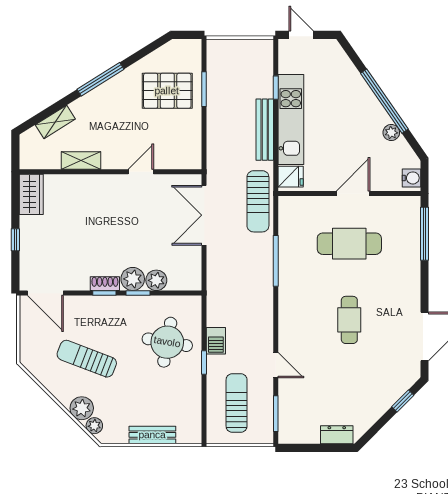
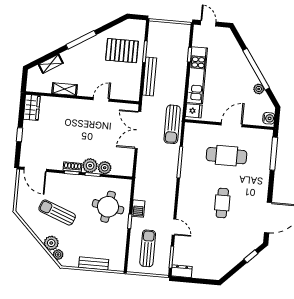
bench: (265, 130) -> (150, 77), moved
dresser: (337, 435) -> (182, 271), moved

